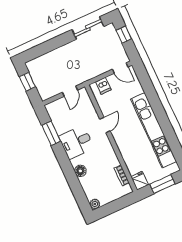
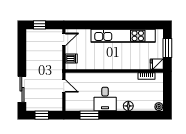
sliding door: (88, 28) -> (22, 89), moved
door: (105, 125) -> (102, 71), removed

